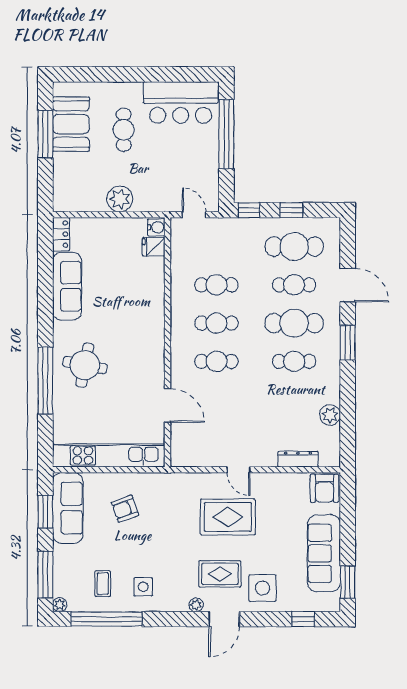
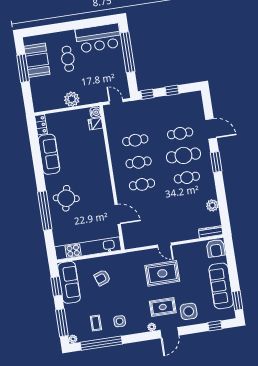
cafe table: (294, 247) -> (177, 111), removed
dresser: (298, 459) -> (211, 232), moved

